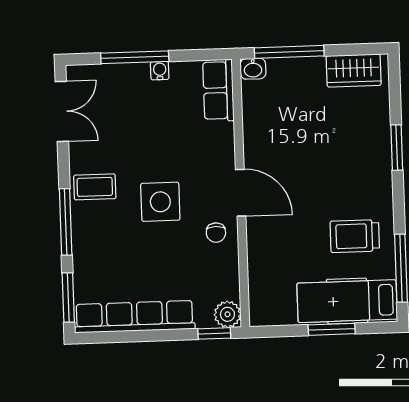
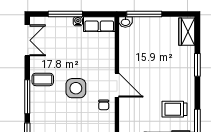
wardrobe: (354, 70) -> (187, 32), moved, turned 90
row of seats: (218, 90) -> (99, 24), moved, turned -90

